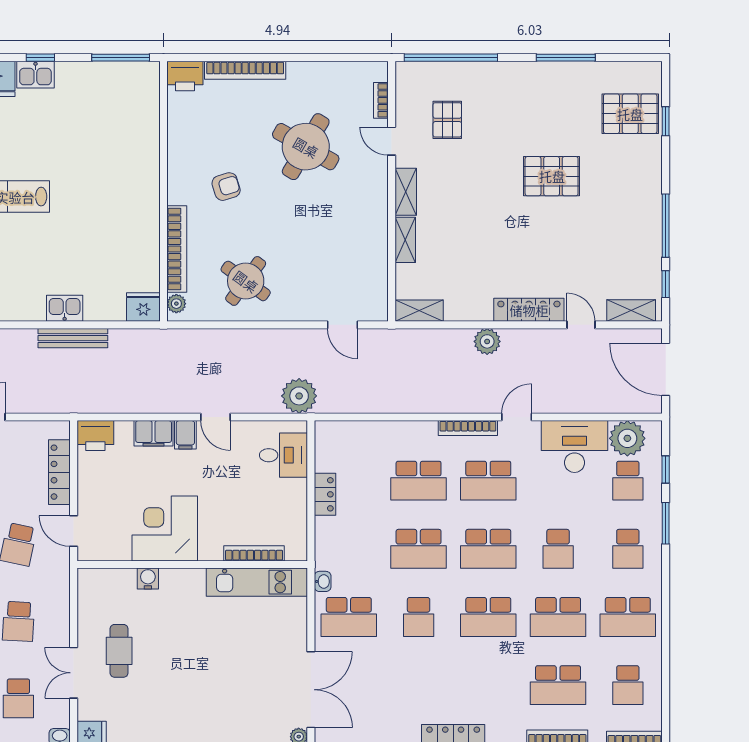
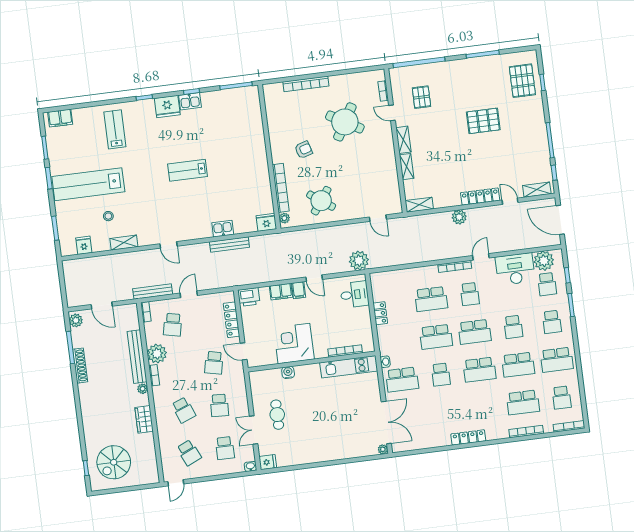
printer: (185, 76) -> (273, 91), removed
pallet: (630, 114) -> (522, 81), turned 90
school desk: (488, 481) -> (470, 294), width x0.54

